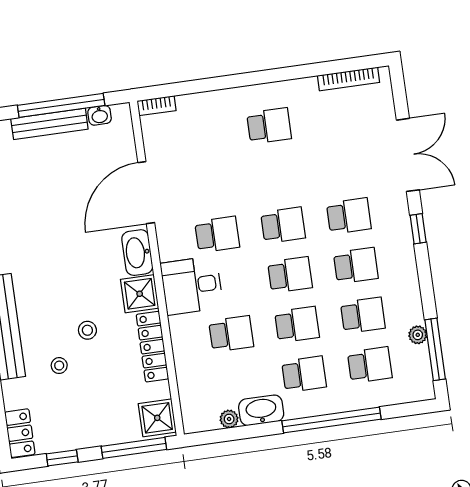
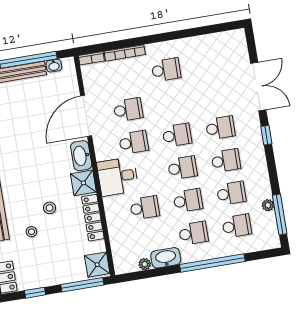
bookcase: (349, 79) -> (125, 53), moved
school desk: (210, 185) -> (128, 110), added

